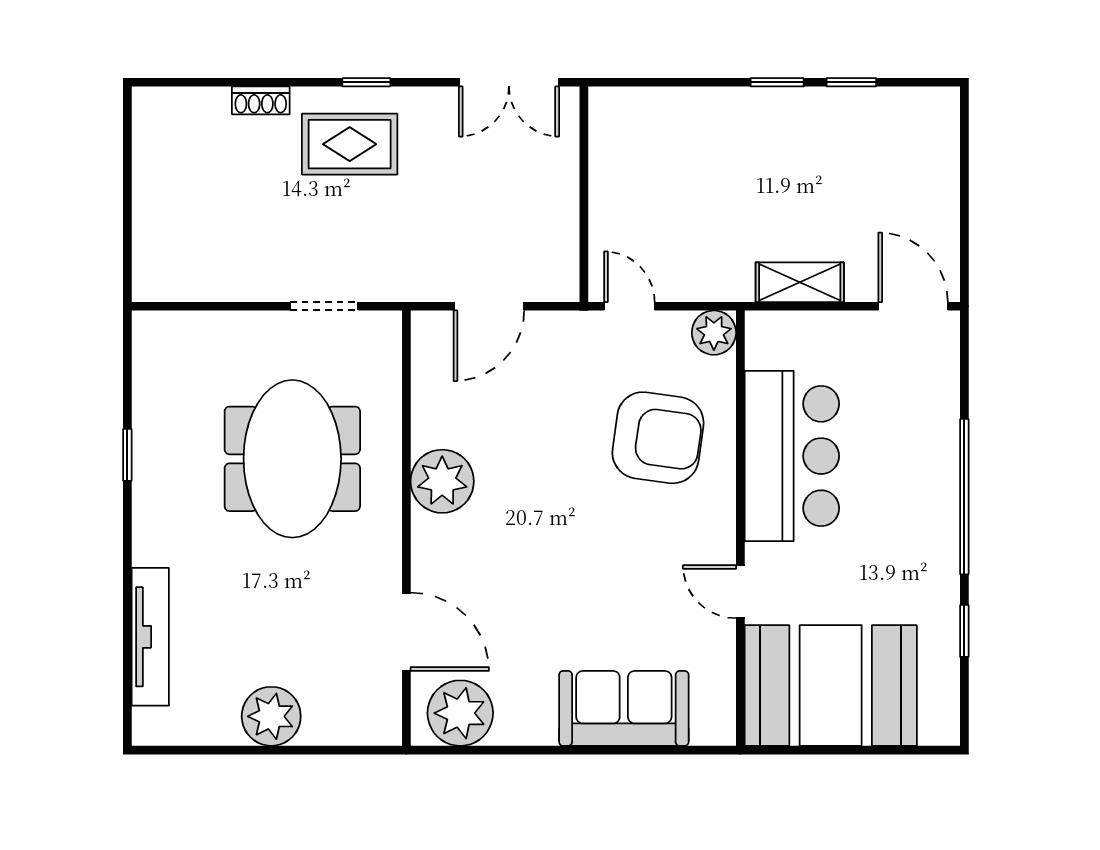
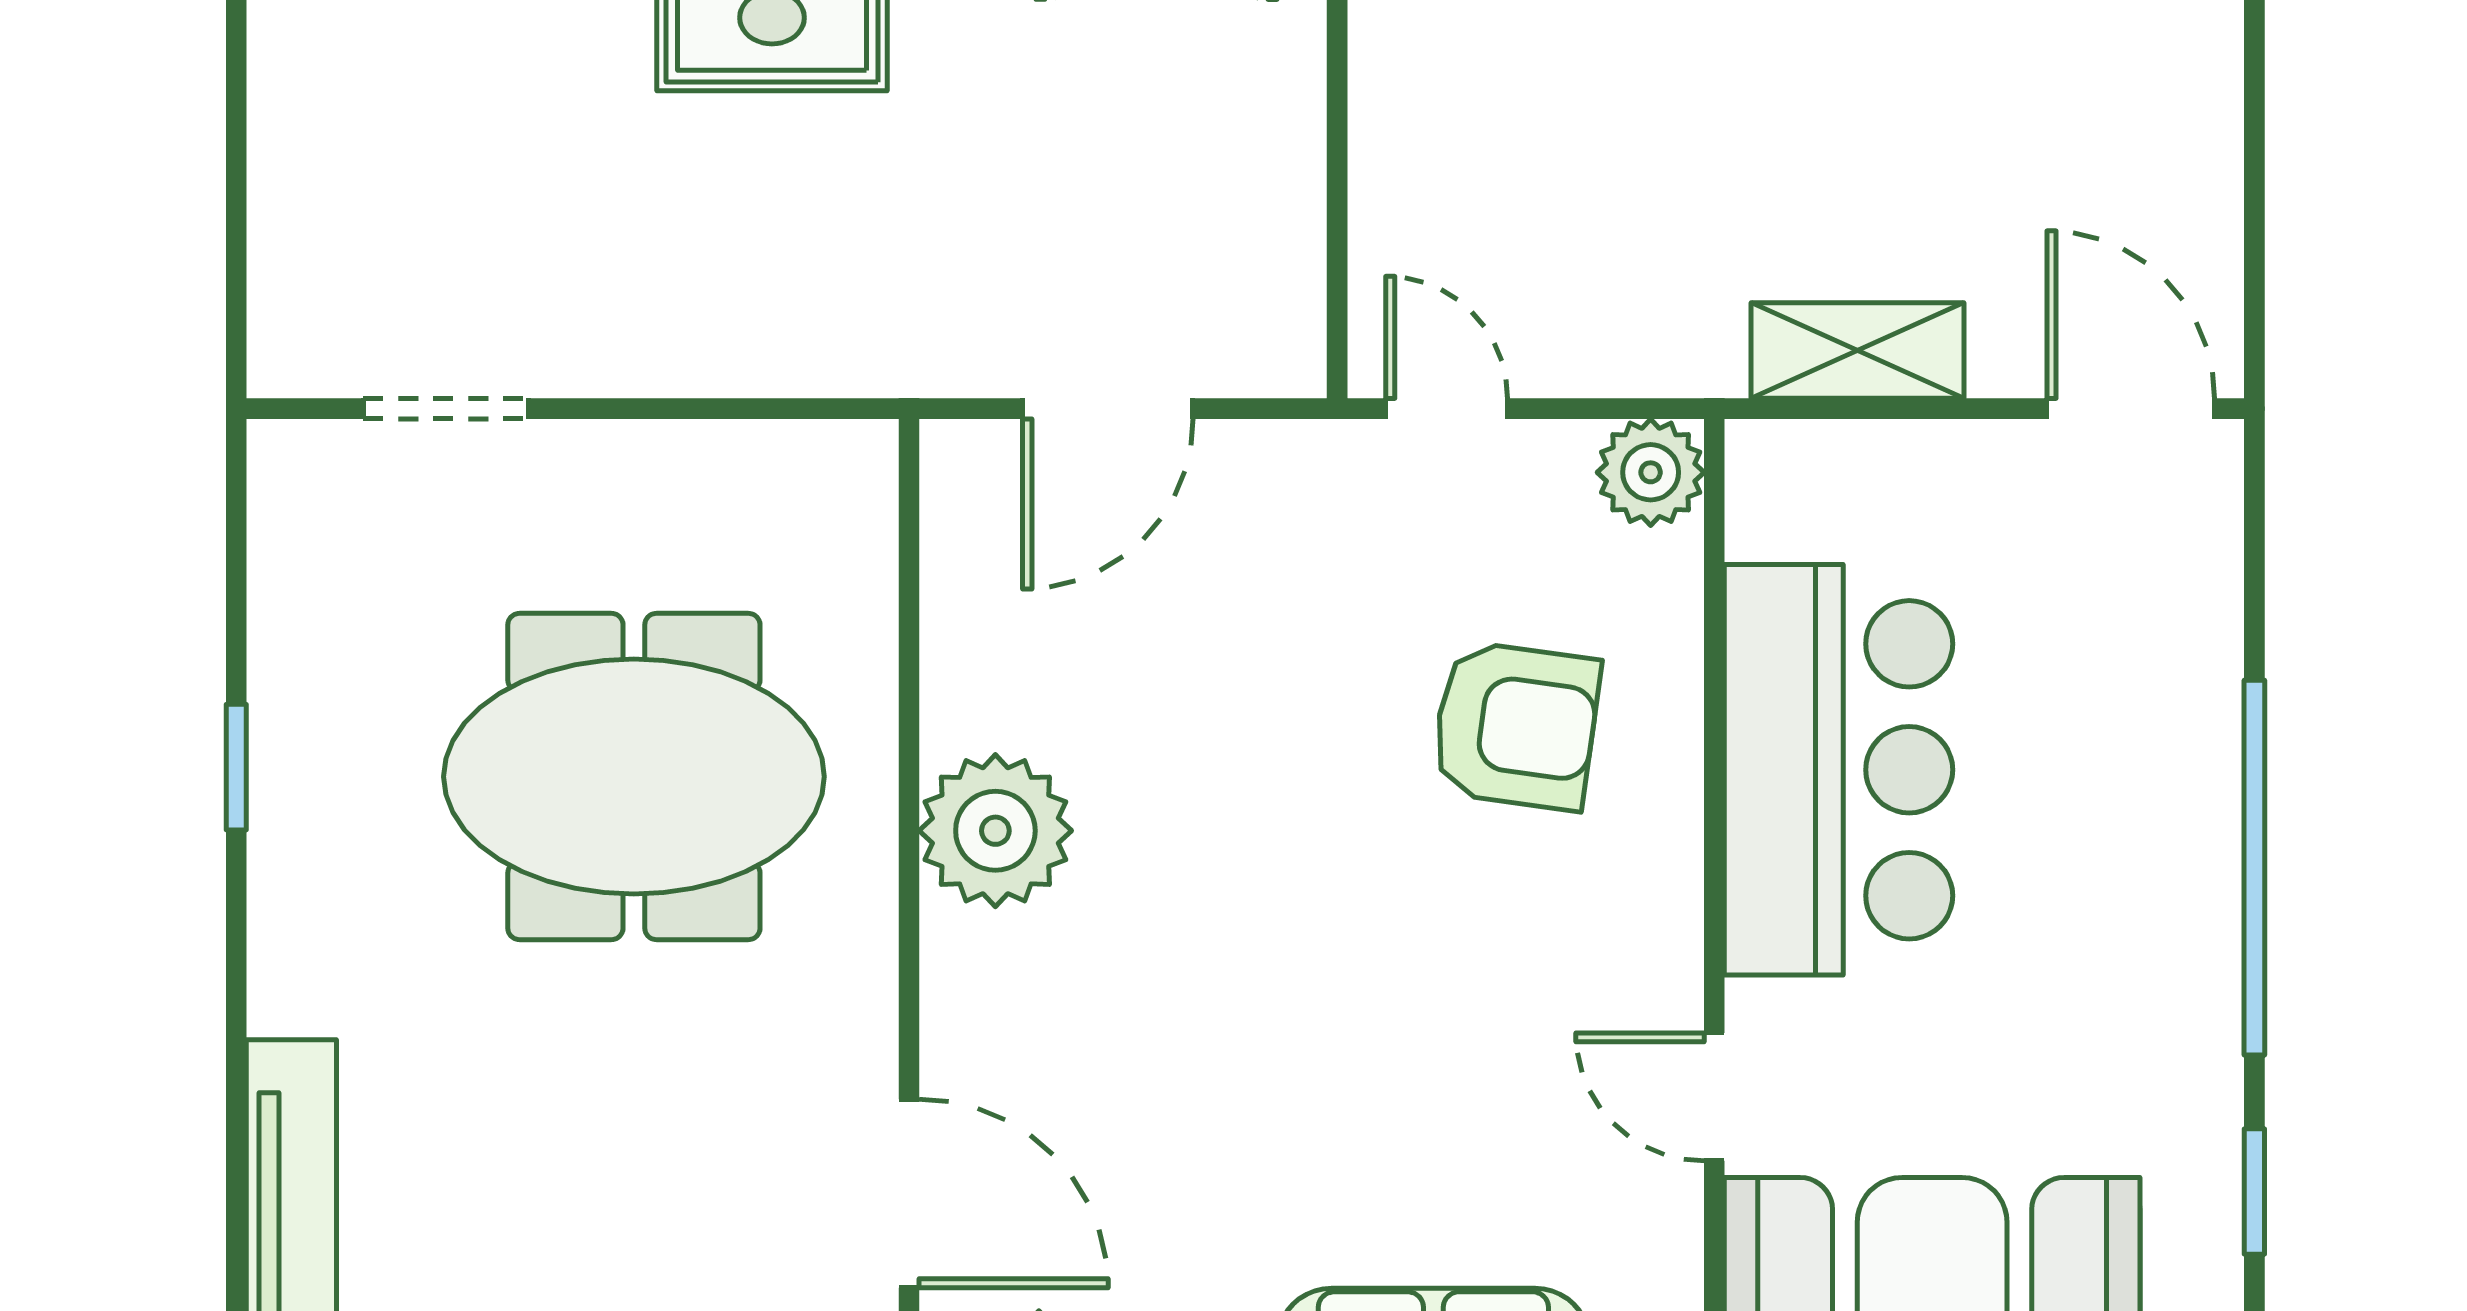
doorway: (324, 306) -> (446, 409), moved
armchair: (658, 438) -> (1516, 726), width x0.73, depth x0.73
meeting table: (292, 459) -> (634, 777), turned 90

